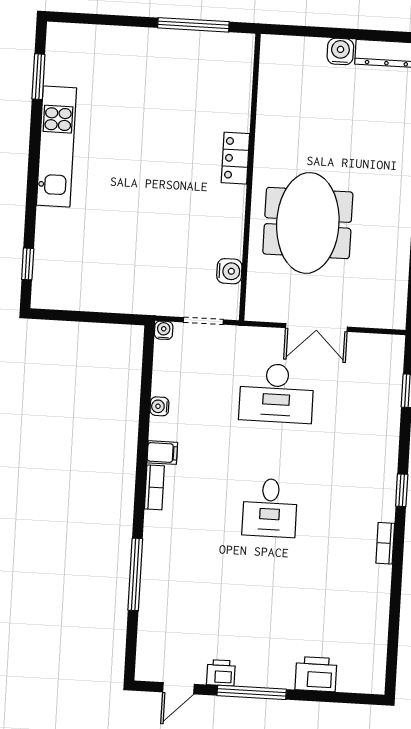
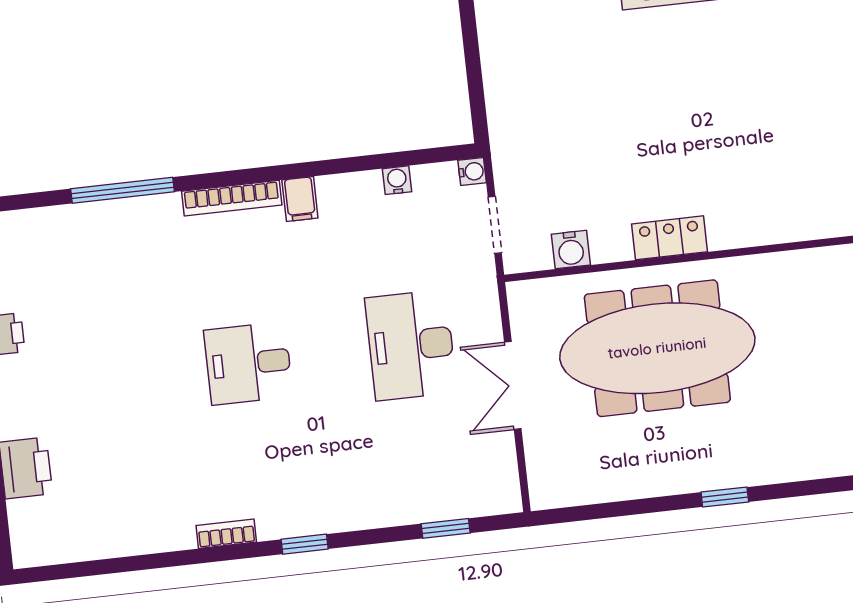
locker: (235, 158) -> (670, 238), moved
meeting table: (308, 223) -> (657, 348), width x1.36
water cooler: (159, 406) -> (397, 180), moved
bookcase: (154, 487) -> (232, 198), width x1.56

